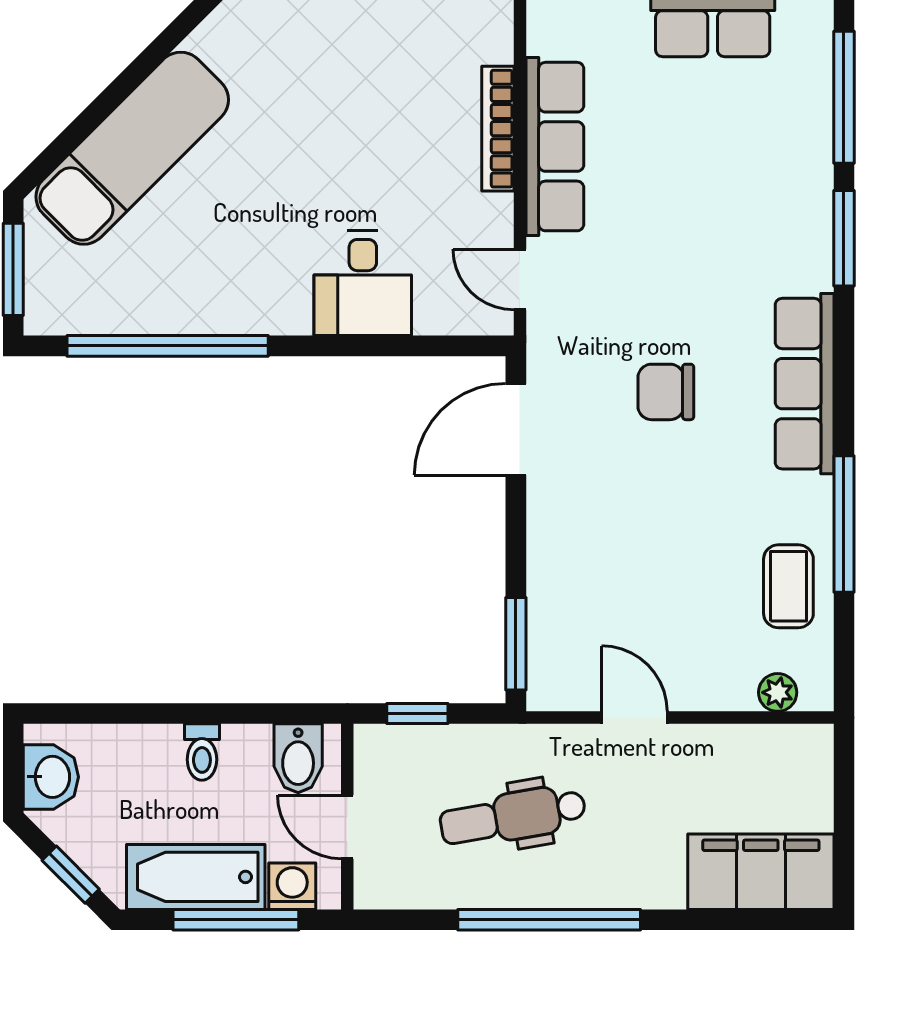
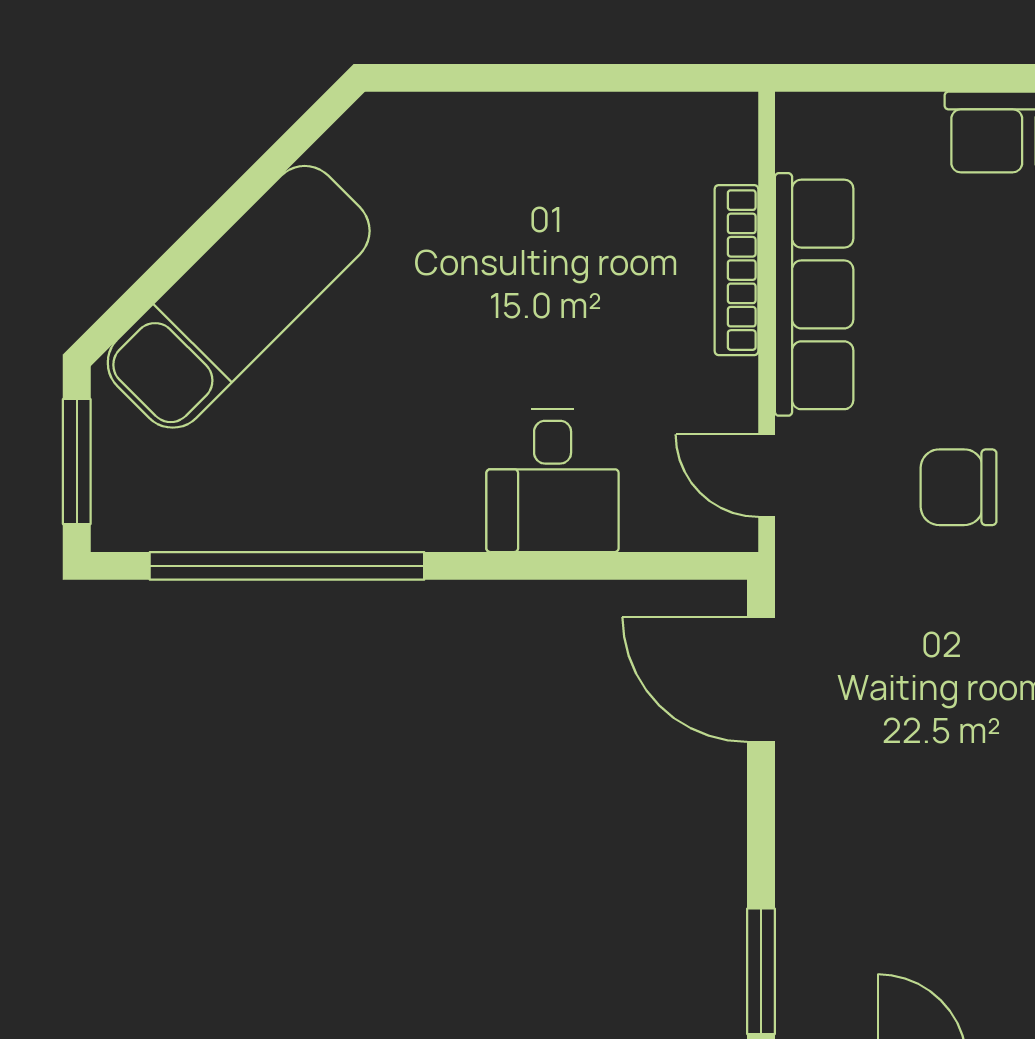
chair: (666, 392) -> (959, 487), moved
door: (516, 429) -> (761, 679), hinge flipped

